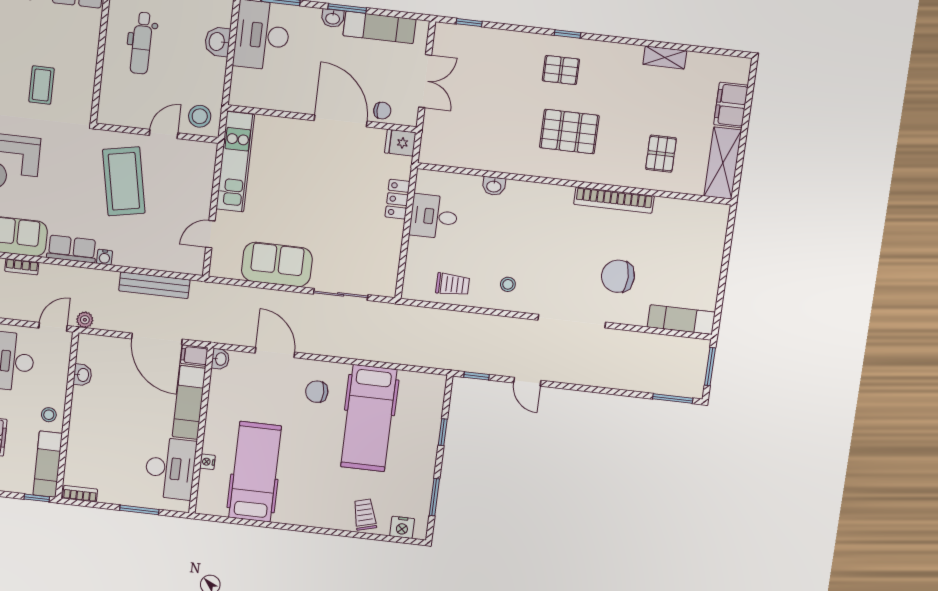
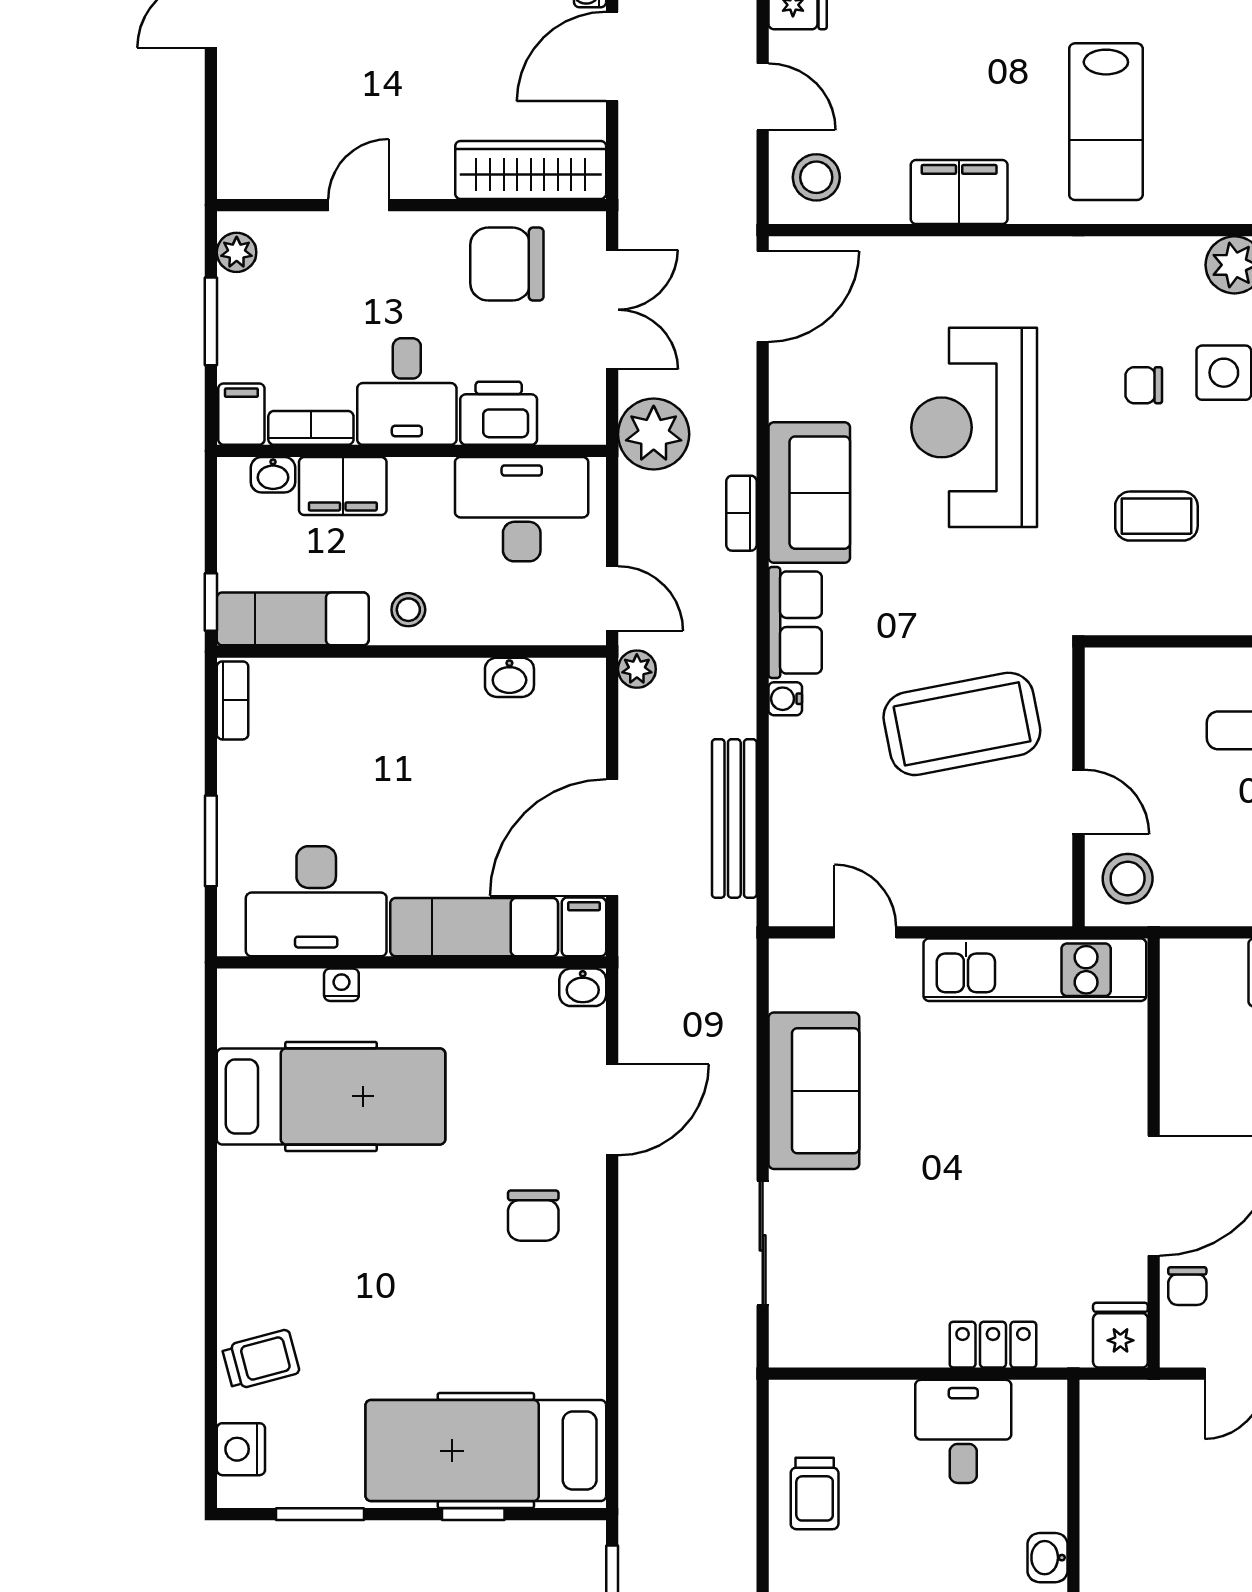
chair: (317, 392) -> (533, 1216), turned 180
hospital bed: (369, 418) -> (486, 1451), moved

